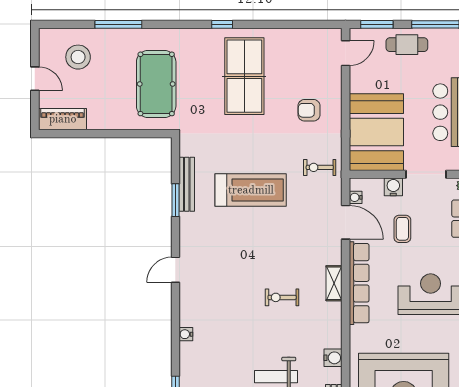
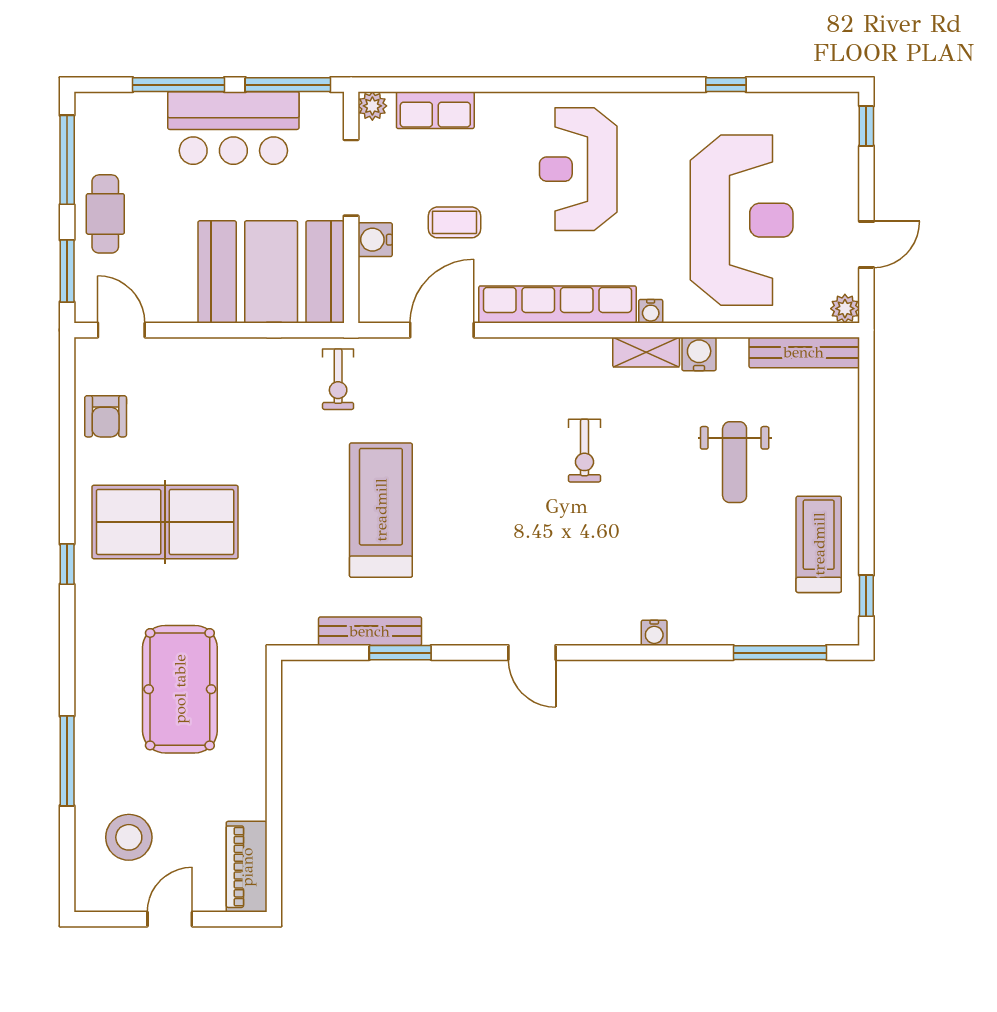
pool table: (156, 84) -> (180, 689), turned 90
armchair: (309, 110) -> (106, 416), moved
water cooler: (356, 197) -> (651, 311), moved
shelving: (334, 283) -> (646, 352), moved

